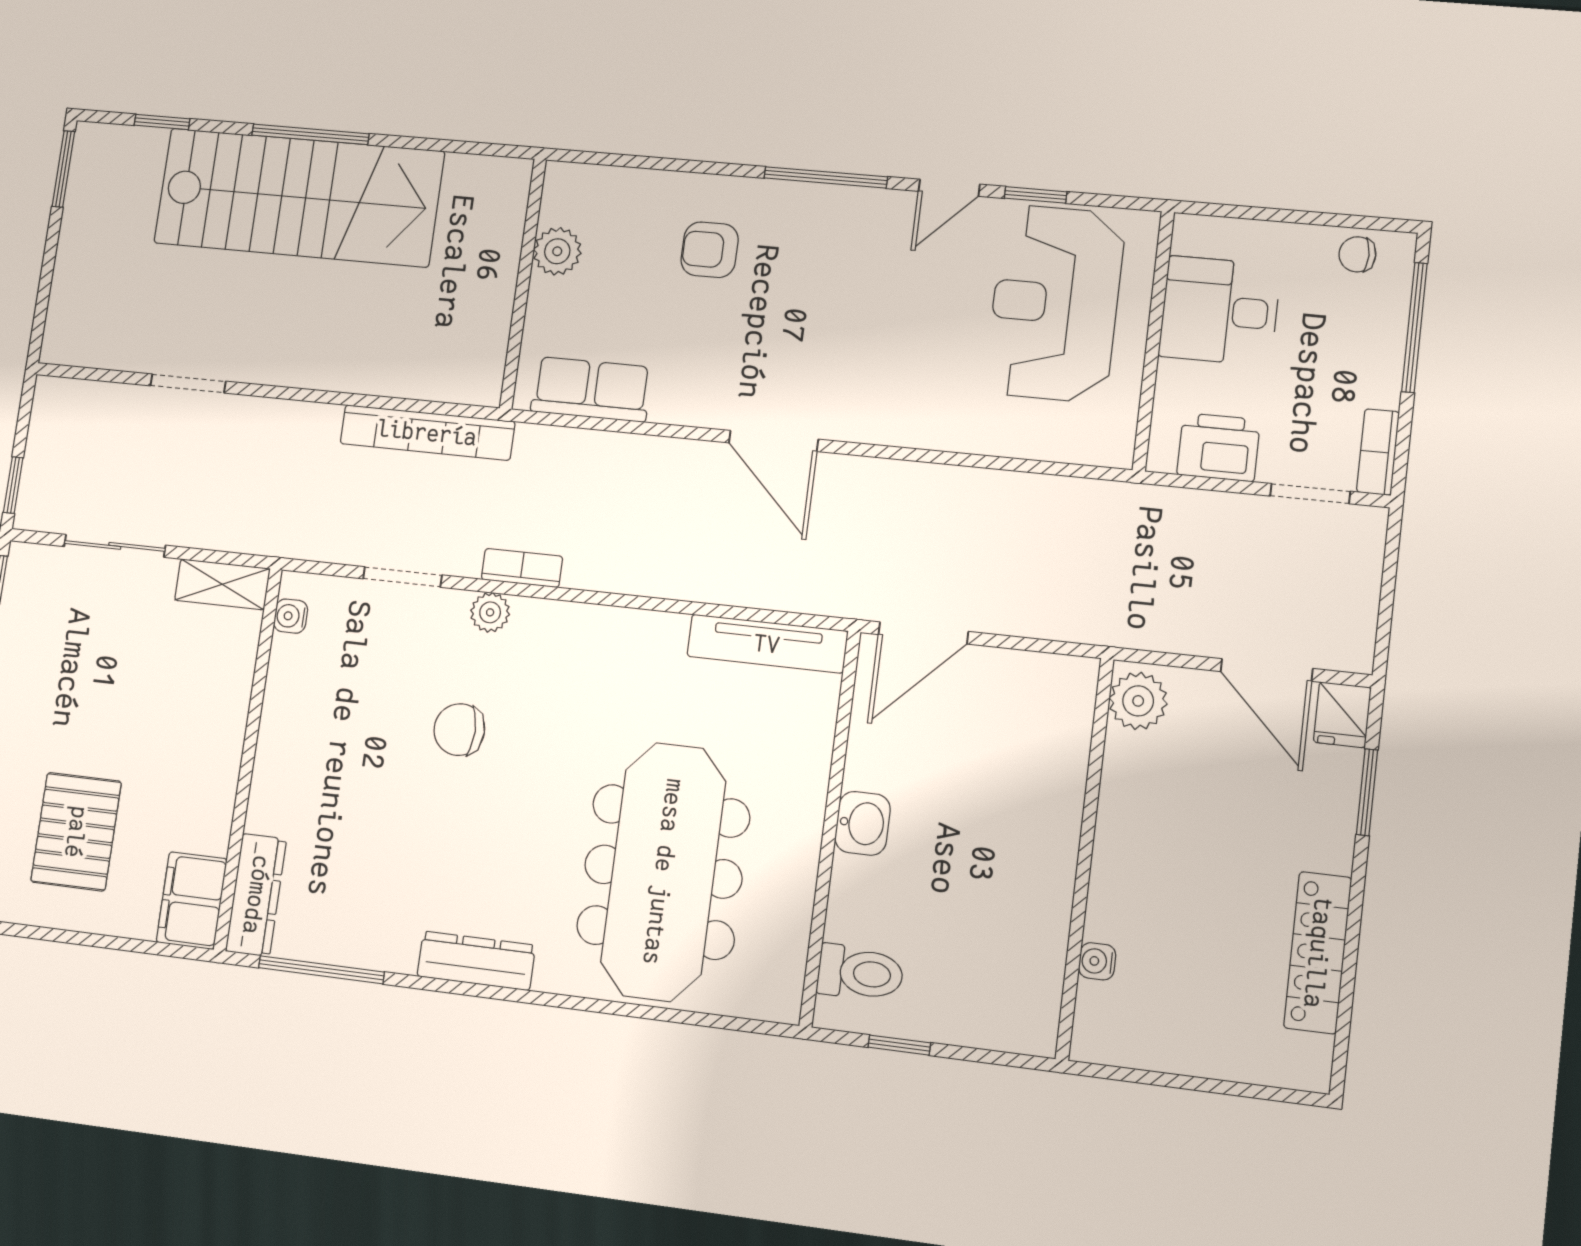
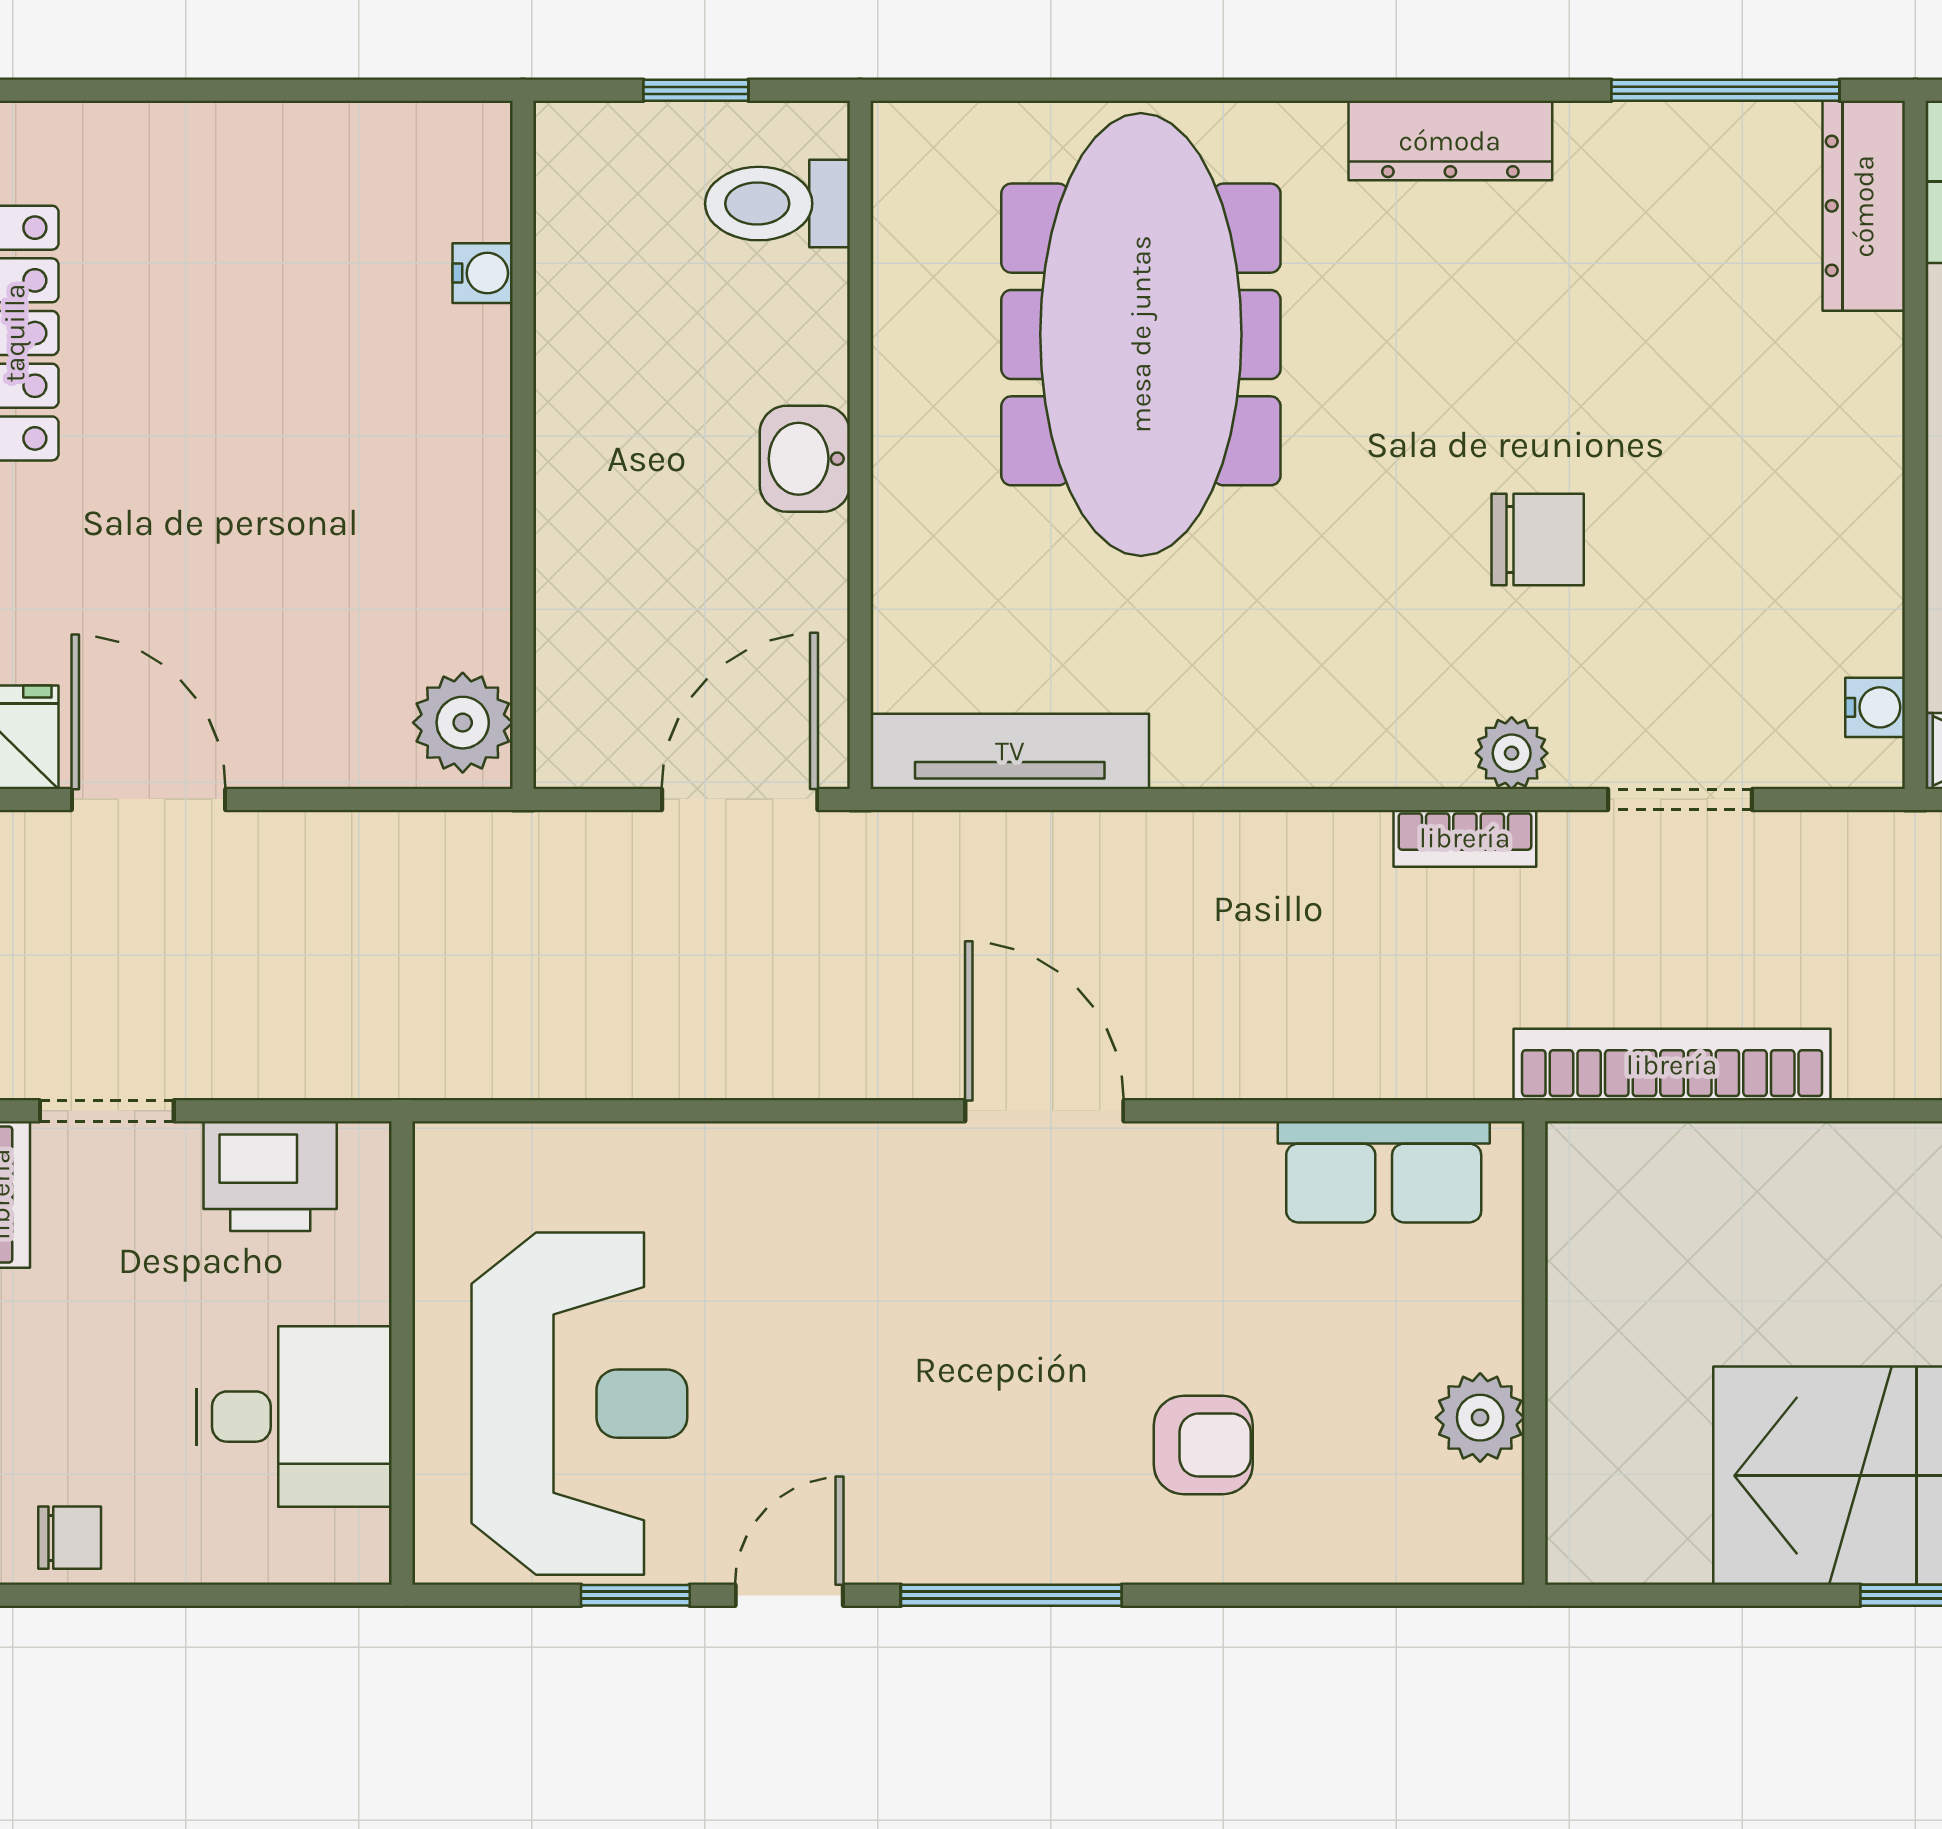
plant: (1138, 701) -> (463, 723), moved
wall: (1085, 858) -> (523, 445), moved
water cooler: (1097, 961) -> (483, 273), moved

